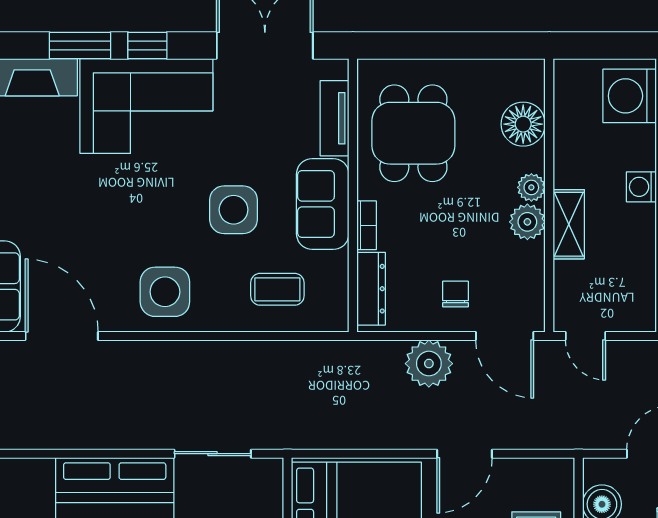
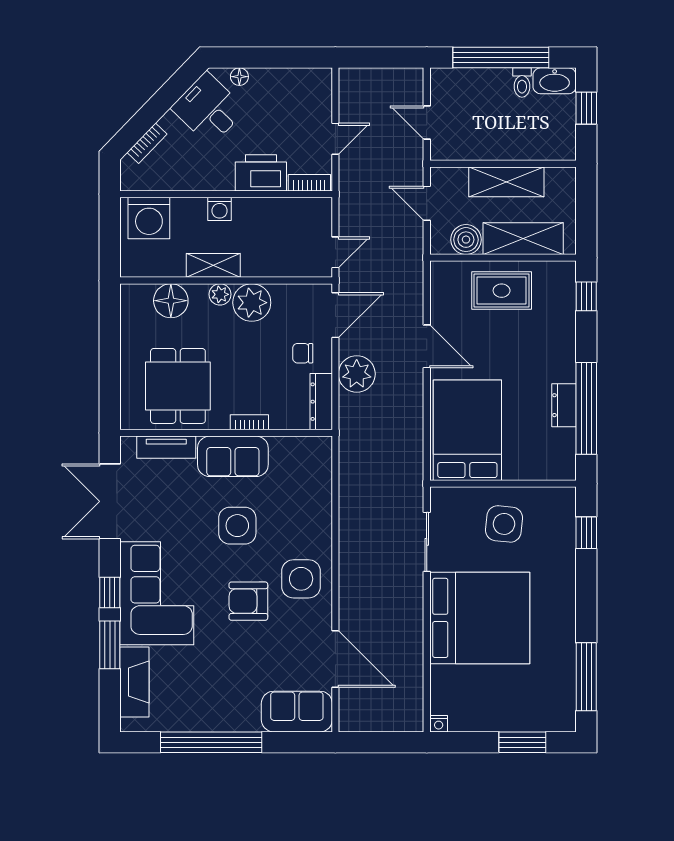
dining table: (413, 133) -> (178, 386), turned 90
plant: (527, 222) -> (252, 303), width x1.36, depth x1.36
armchair: (136, 224) -> (248, 601), added
shelving: (569, 224) -> (213, 265), moved
coffee table: (277, 289) -> (299, 492), removed
dresser: (371, 289) -> (321, 402), moved, turned -90
door: (62, 336) -> (335, 659), swing flipped

